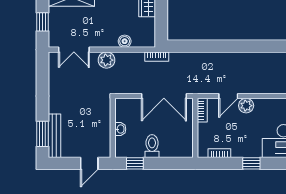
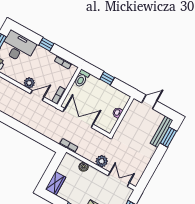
toilet: (152, 146) -> (82, 78), moved
window: (135, 163) -> (107, 78), moved

